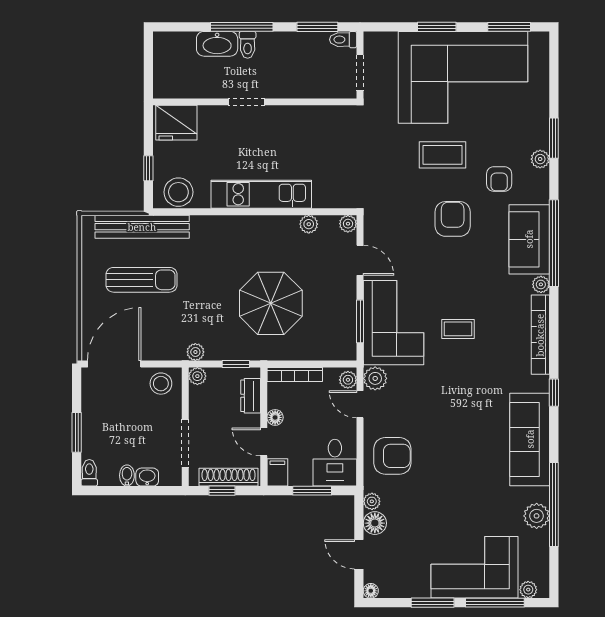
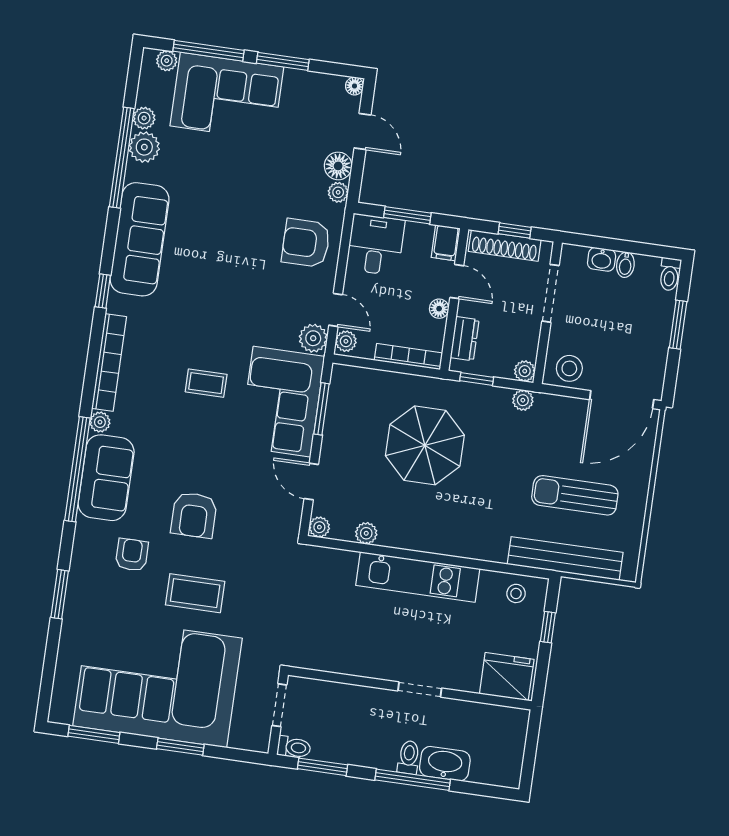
plant: (540, 159) -> (144, 118), moved
stool: (178, 192) -> (516, 593), width x0.53, depth x0.53

